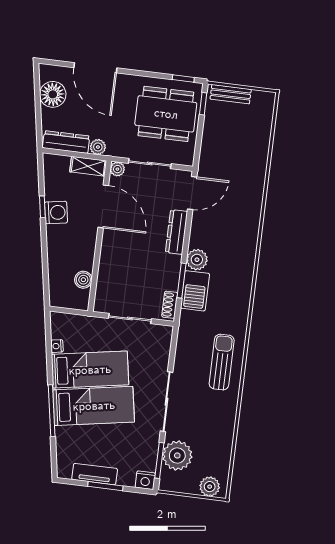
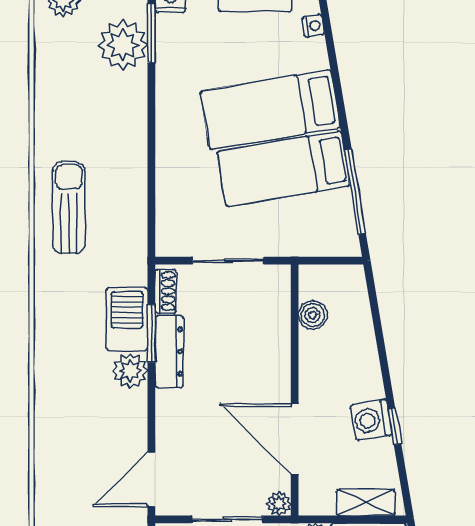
shelving: (88, 166) -> (366, 502), moved
dresser: (177, 232) -> (169, 352), moved
nightstand: (57, 346) -> (313, 26), moved
sun lounger: (222, 362) -> (69, 208), turned 180
sliding door: (167, 402) -> (151, 131), removed
window: (52, 411) -> (355, 192), moved

